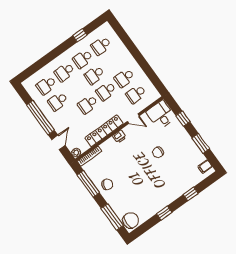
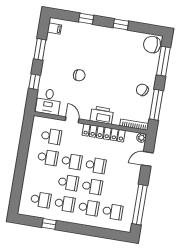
school desk: (58, 101) -> (92, 187), moved
window: (40, 118) -> (140, 205), moved
printer: (119, 136) -> (102, 115), width x1.87, depth x1.48

